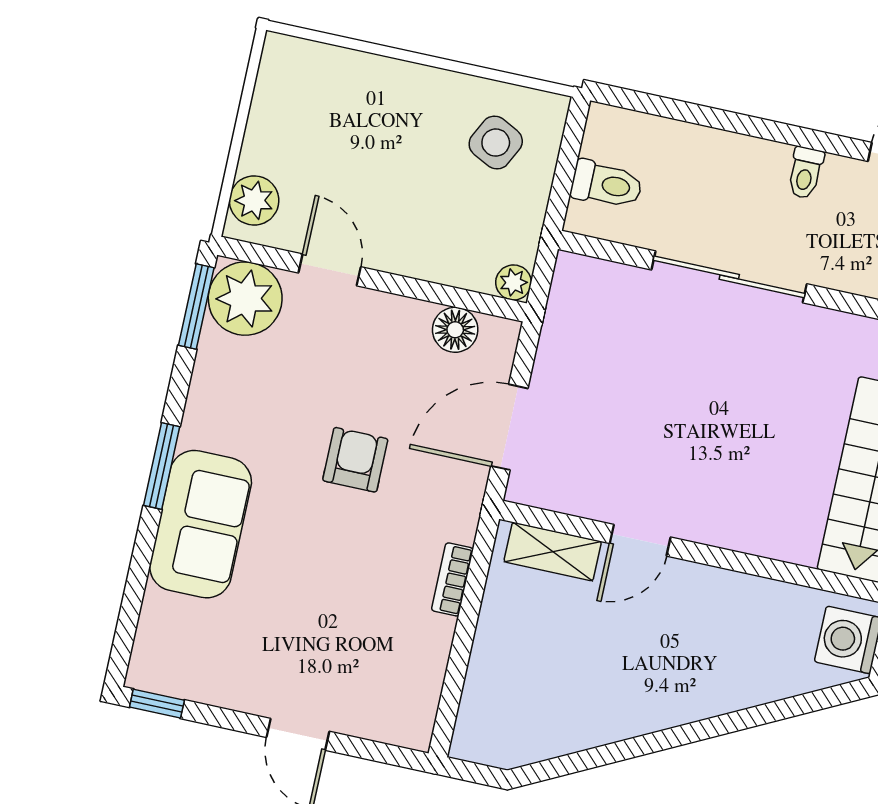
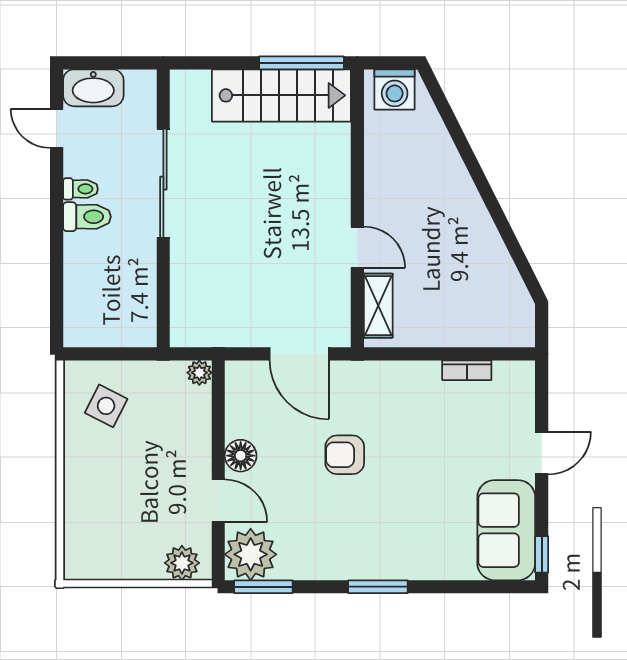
toilet: (607, 184) -> (87, 217), moved, turned 90
door: (330, 270) -> (218, 501), swing flipped
sliding door: (729, 277) -> (163, 183), moved
floor lamp: (455, 330) -> (241, 456), moved
sofa: (201, 524) -> (506, 530), moved, turned -90
bookcase: (452, 579) -> (467, 370), moved

